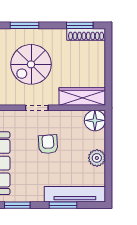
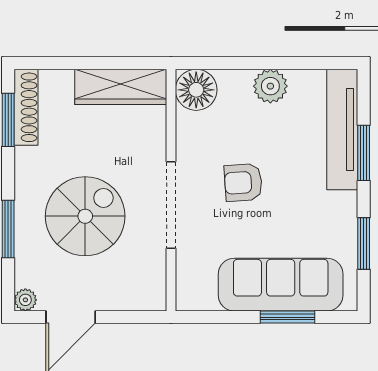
spiral stairs: (31, 64) -> (85, 216), turned -90
wardrobe: (82, 97) -> (121, 87), moved, turned -90
doorway: (37, 108) -> (171, 205), width x1.88

